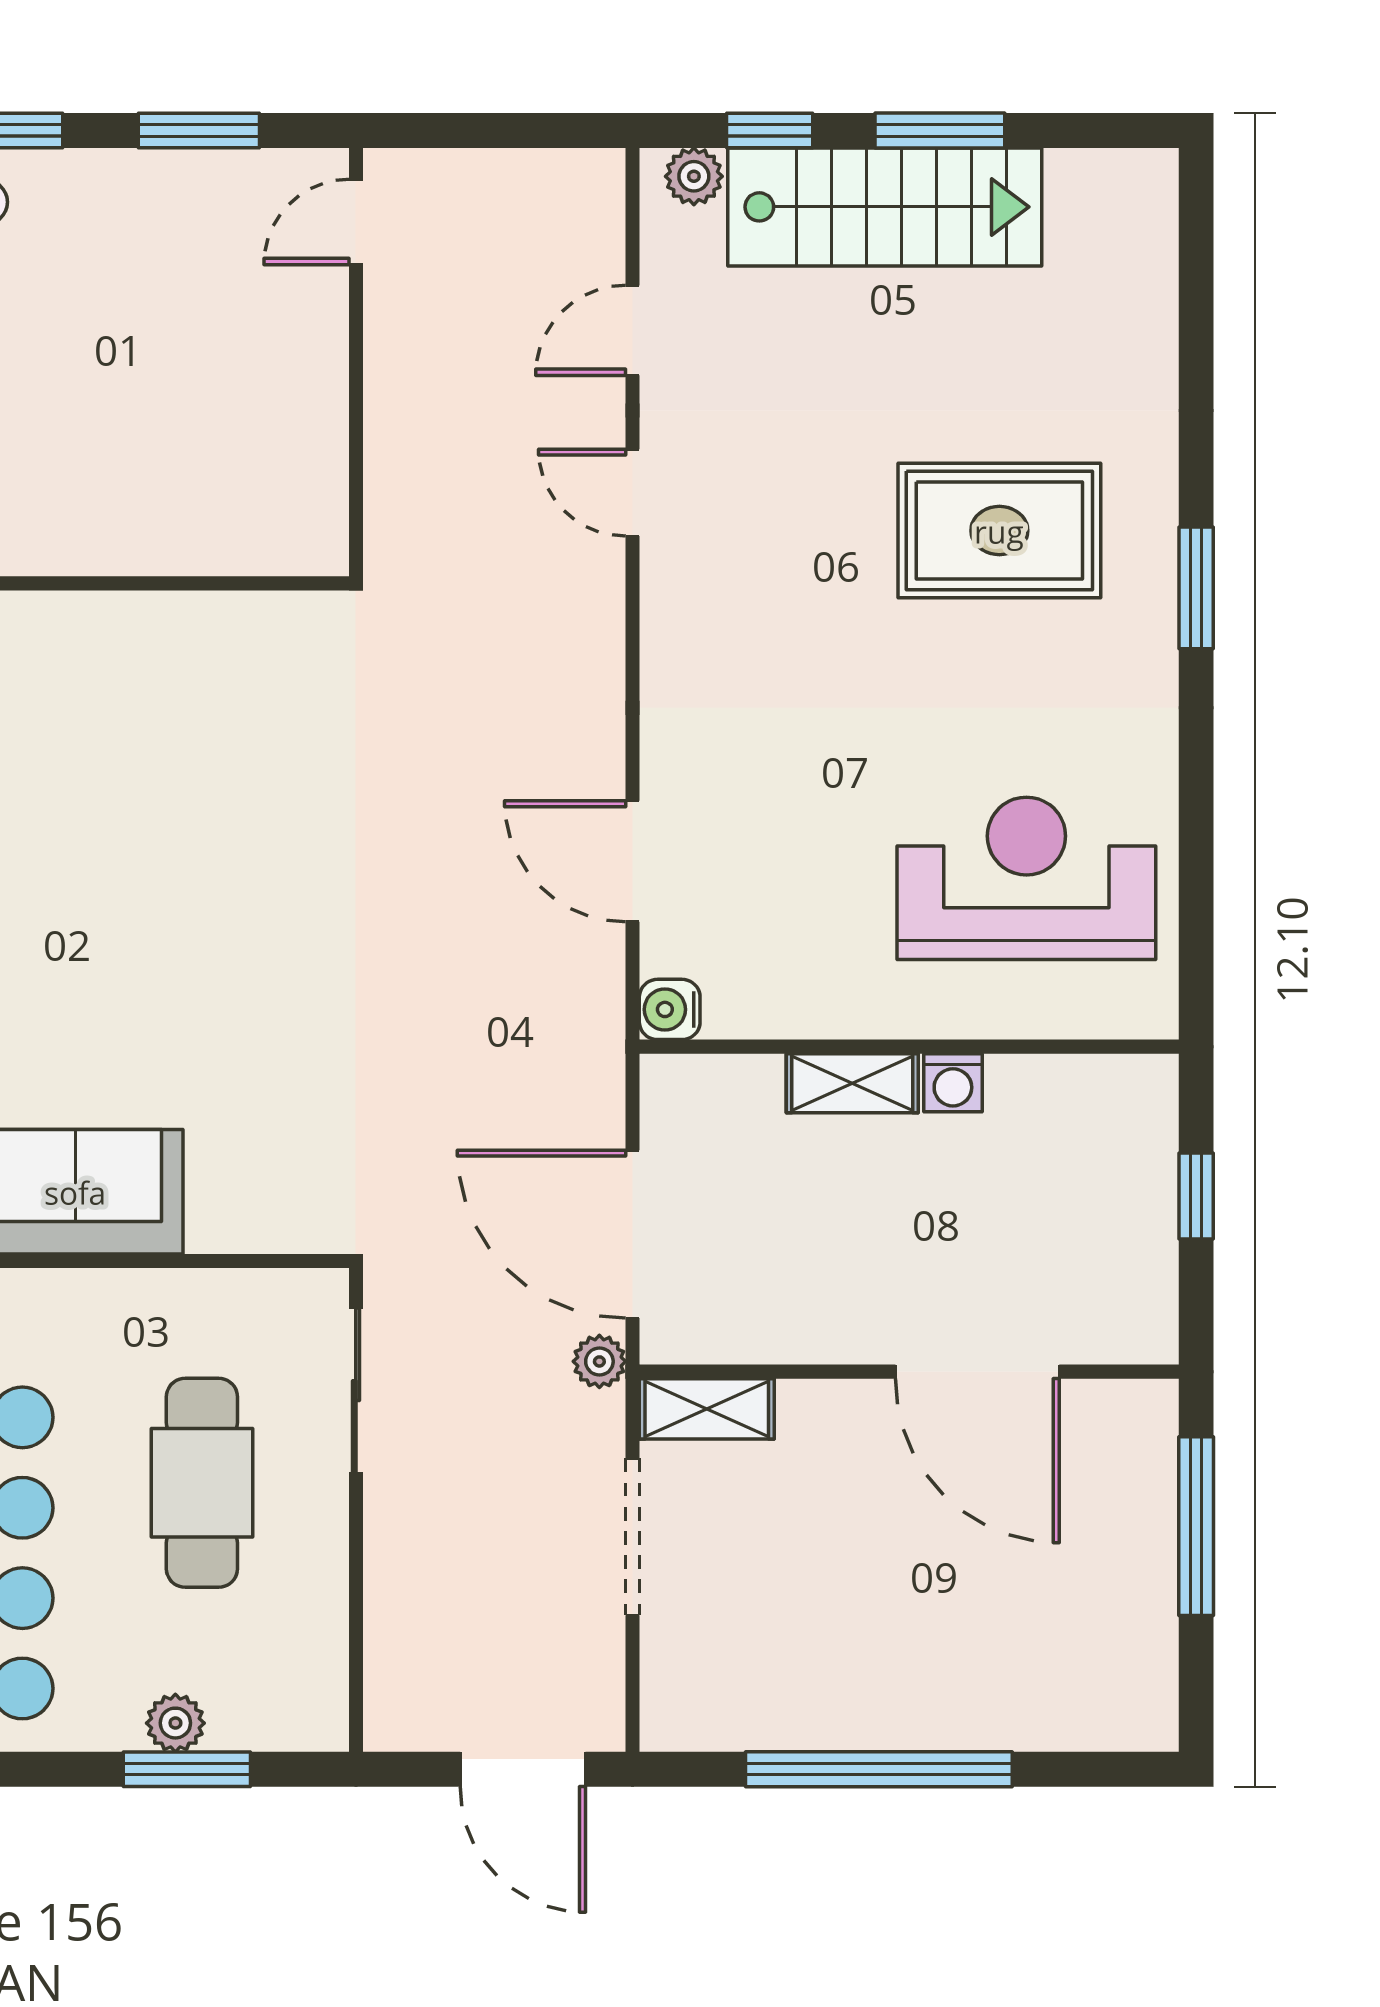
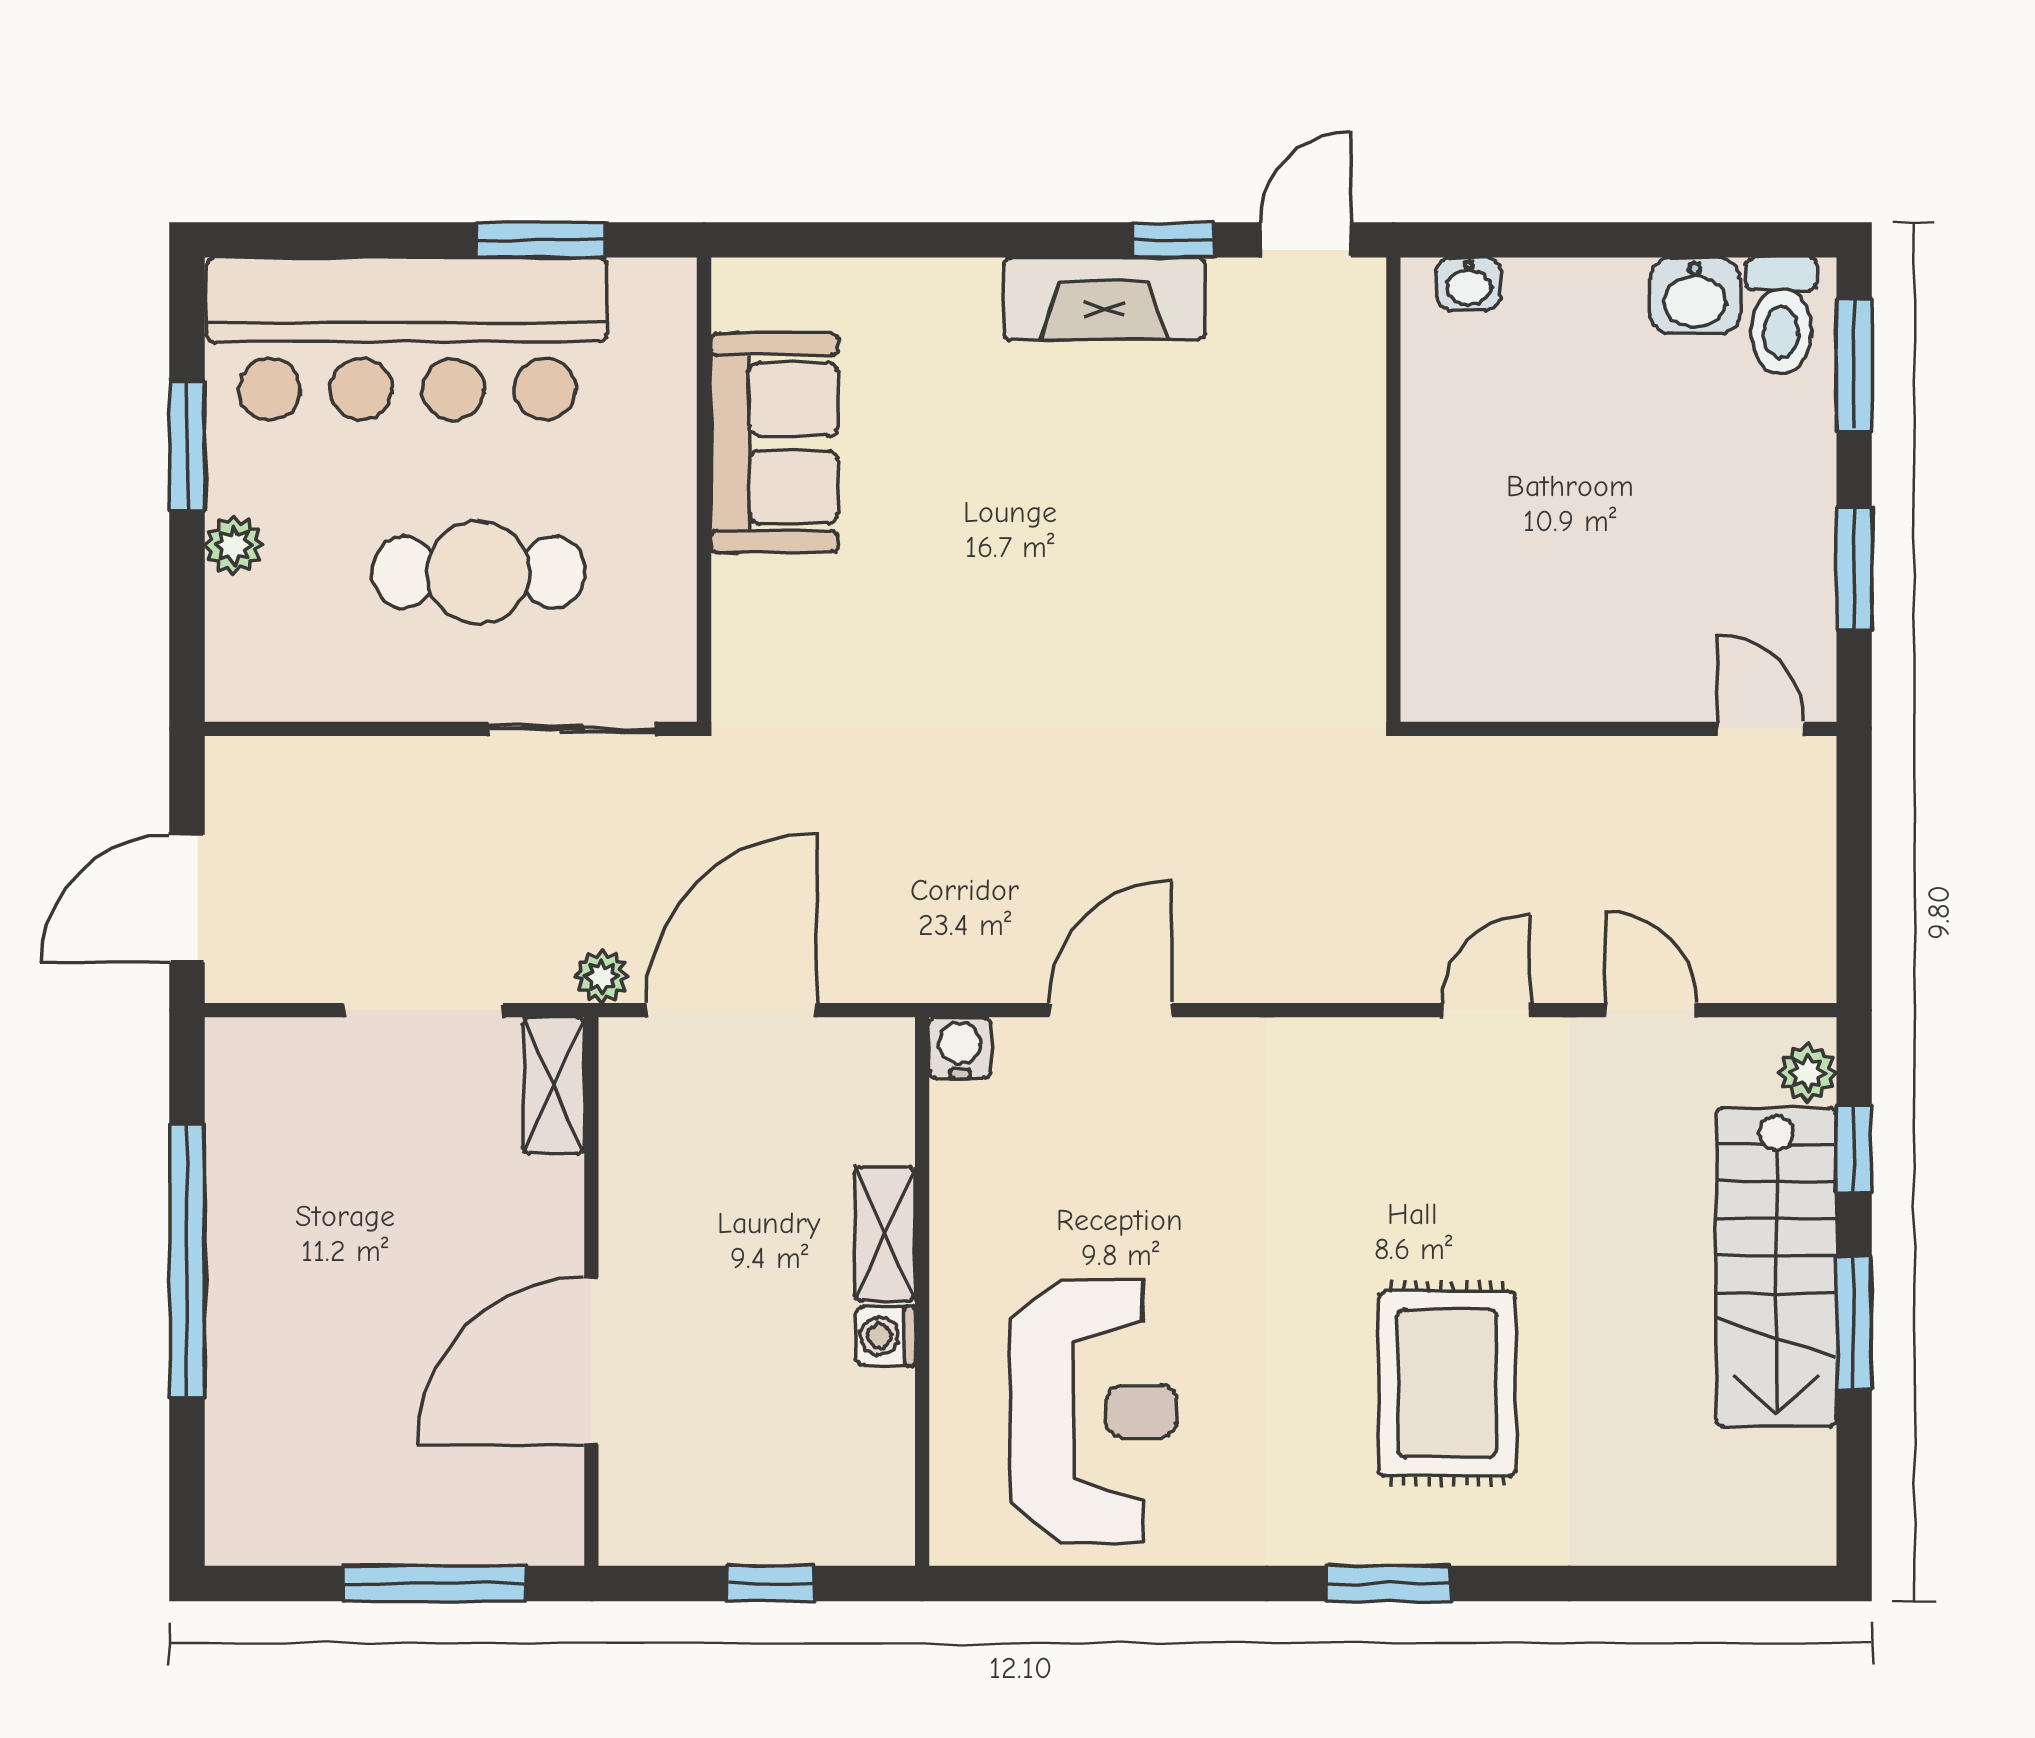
window: (187, 1769) -> (187, 446), moved

